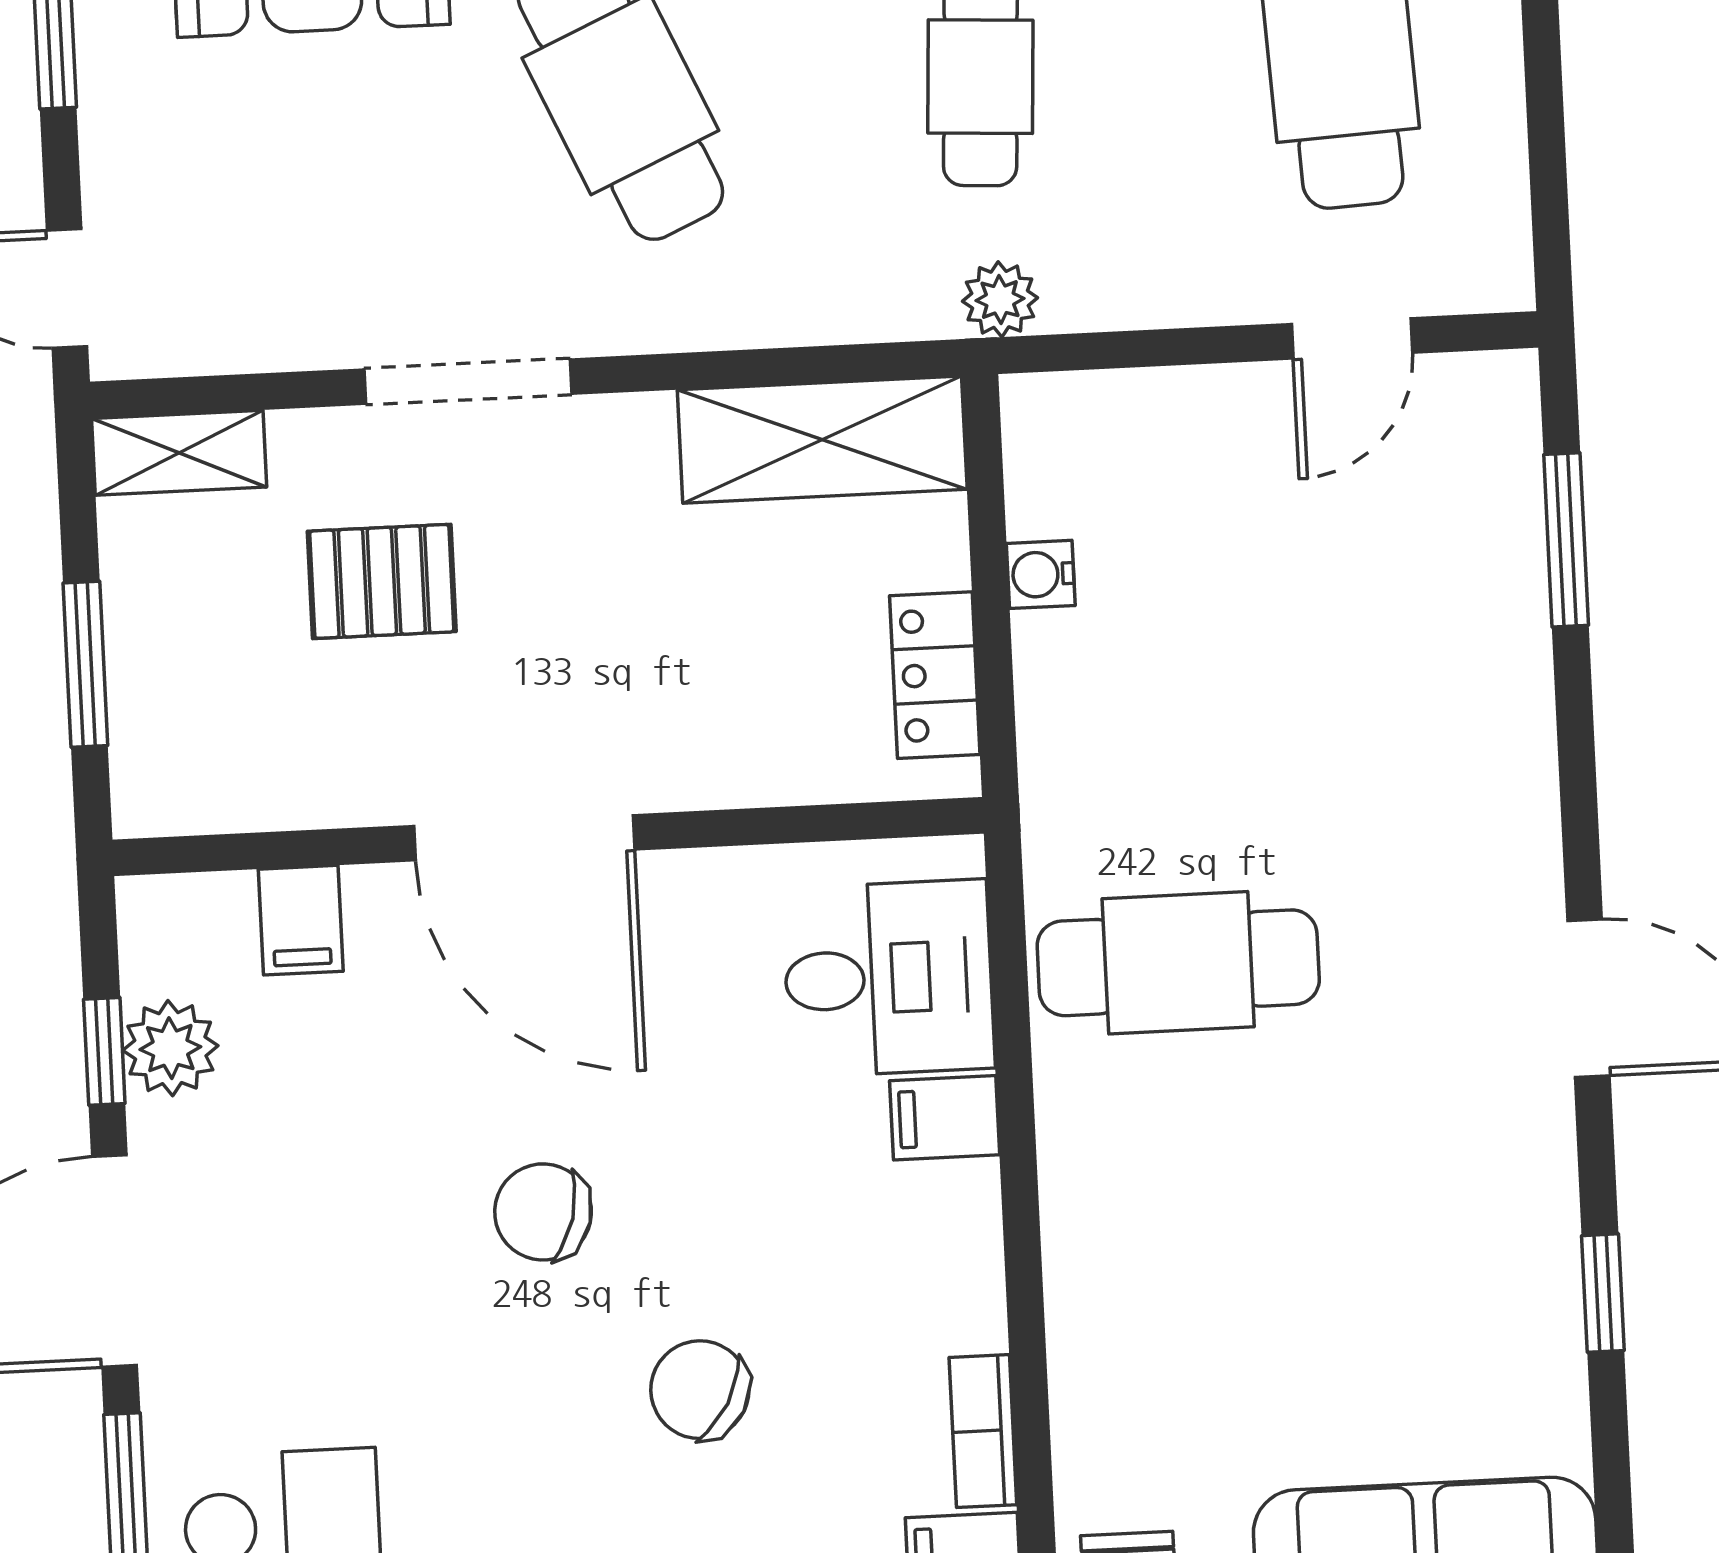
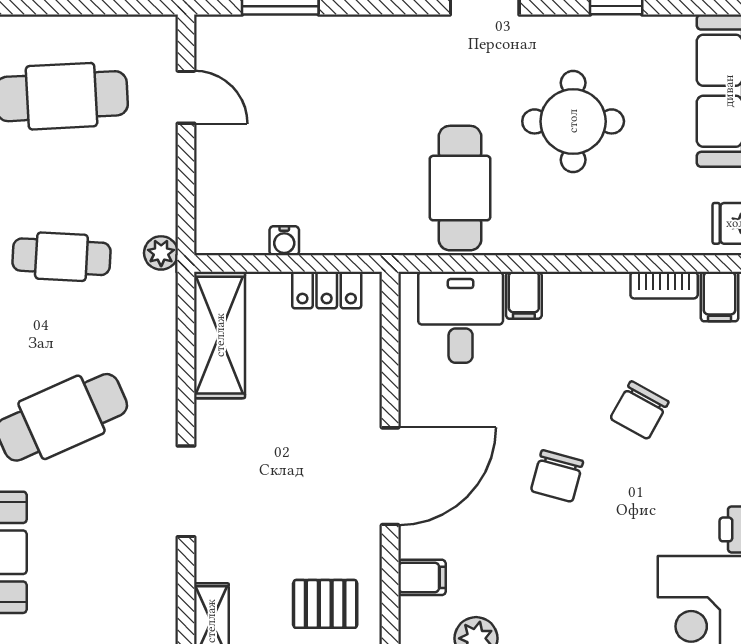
pallet: (382, 581) -> (325, 604), moved, turned 90
round table: (1340, 1209) -> (573, 121), added

